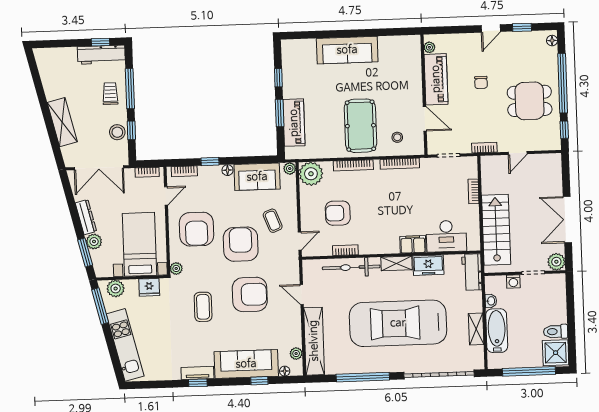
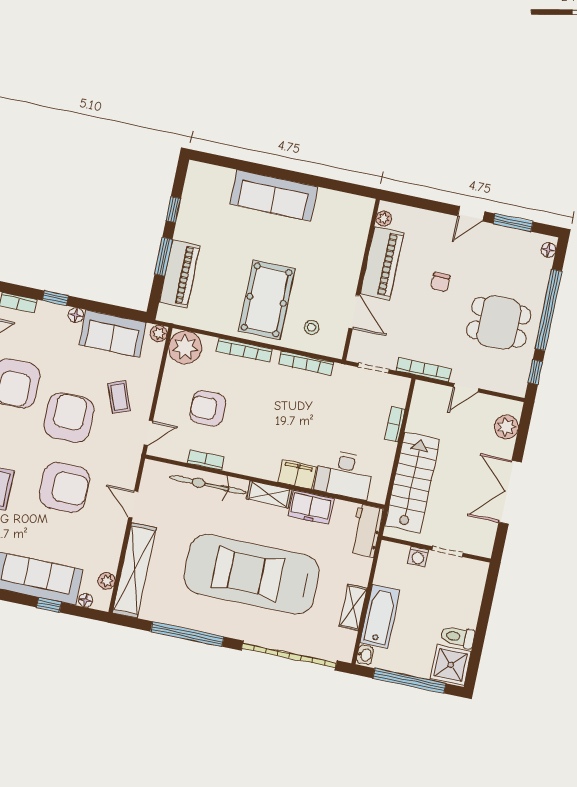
window: (522, 27) -> (513, 223), width x1.50
bookcase: (484, 148) -> (424, 370), width x1.56
plant: (556, 262) -> (506, 427), moved
washbasin: (491, 301) -> (365, 655), moved

